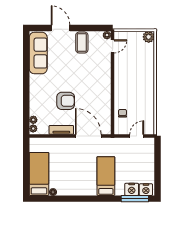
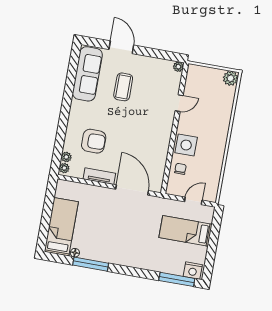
coffee table: (82, 43) -> (123, 87), moved
door: (113, 46) -> (179, 103), moved
side table: (124, 94) -> (186, 145), added
armchair: (66, 101) -> (94, 141), moved
bed: (106, 176) -> (186, 231), moved, turned -90
nightstand: (132, 189) -> (175, 267), removed
window: (67, 199) -> (91, 264), added

